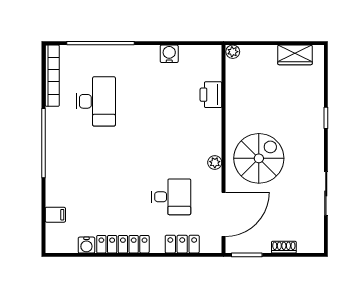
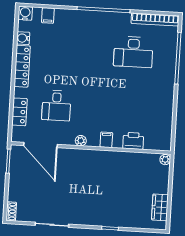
water cooler: (169, 54) -> (25, 13), moved, turned -90
filing cabinet: (212, 129) -> (106, 140), added
spiral stairs: (259, 158) -> (82, 175), removed
shoe rack: (284, 247) -> (11, 211), moved

